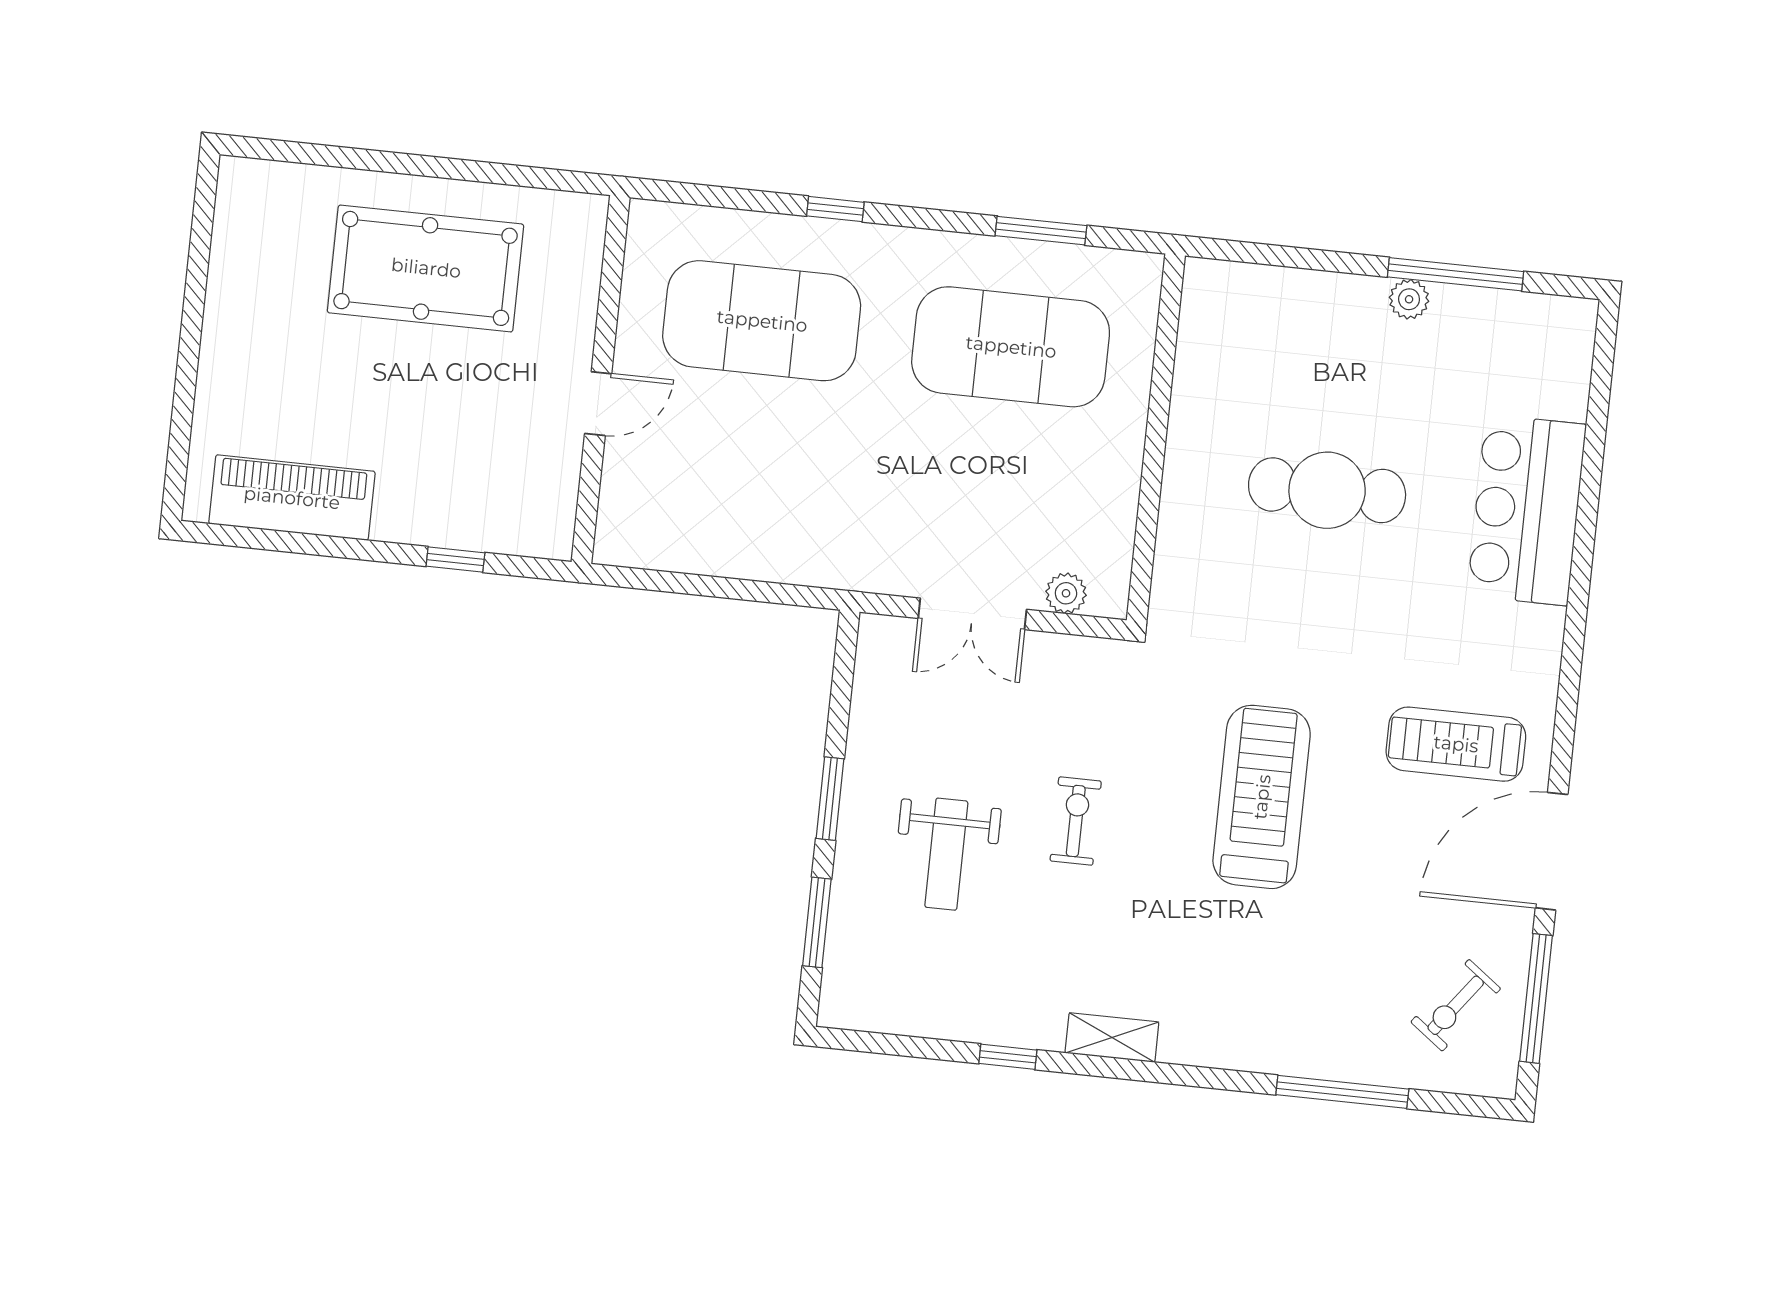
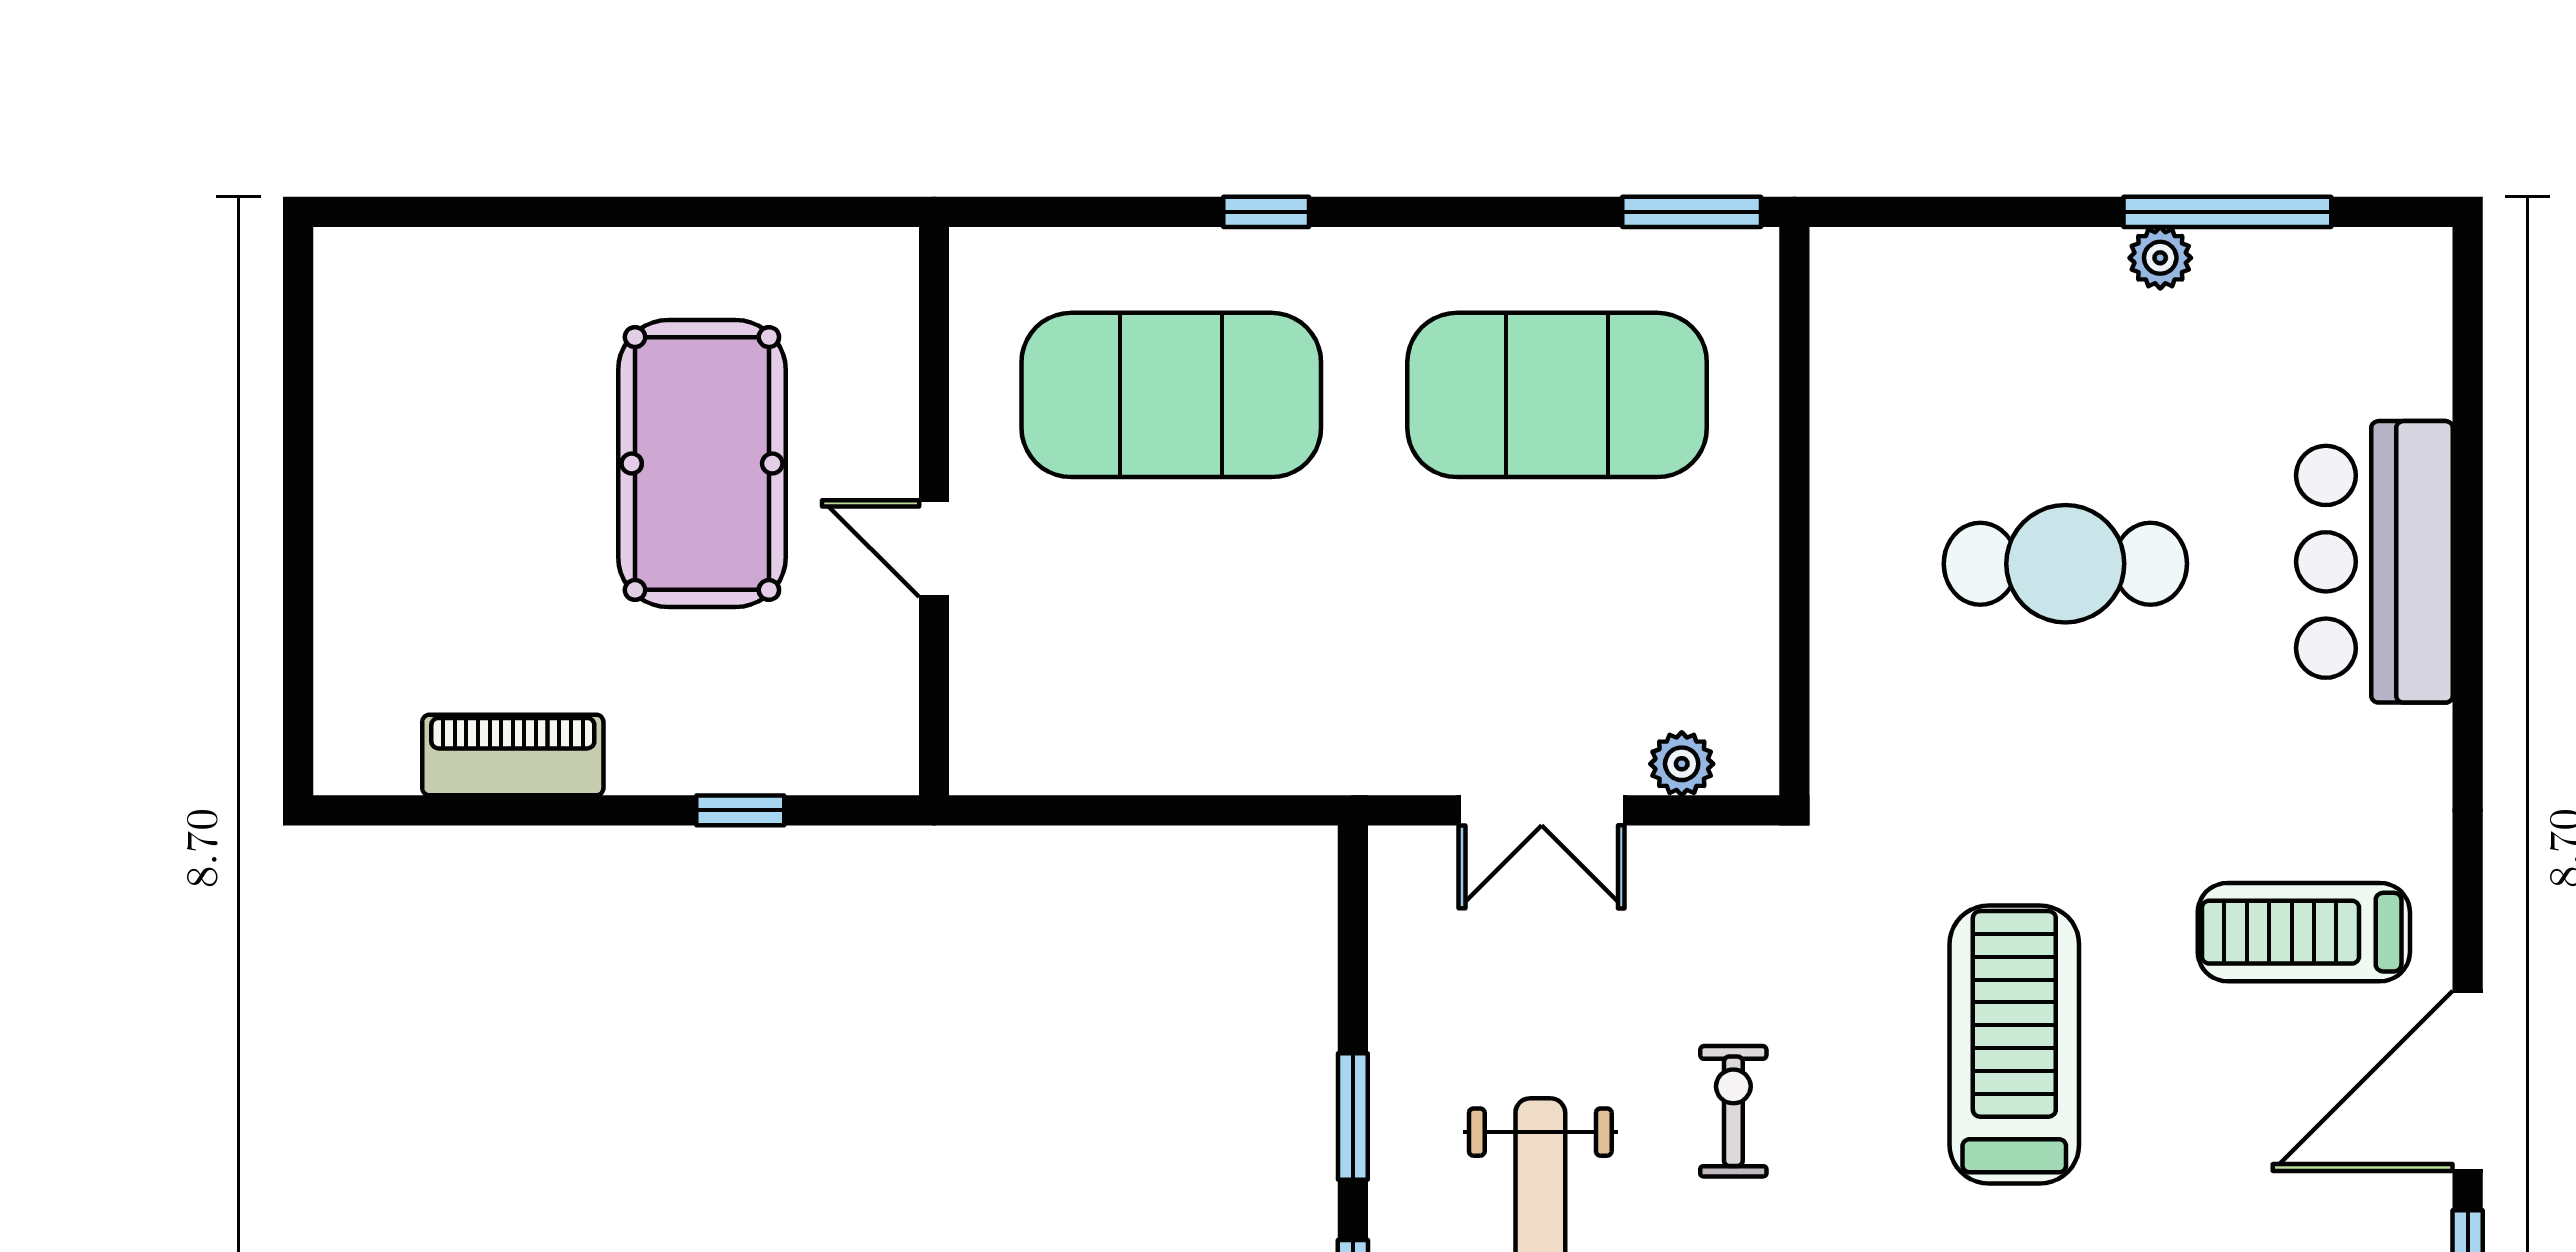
window: (1041, 231) -> (1692, 212), moved
pool table: (426, 268) -> (702, 464), moved, turned 90
door: (598, 404) -> (934, 548), swing flipped
piano: (292, 498) -> (513, 755), width x0.73, depth x0.75

